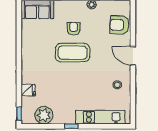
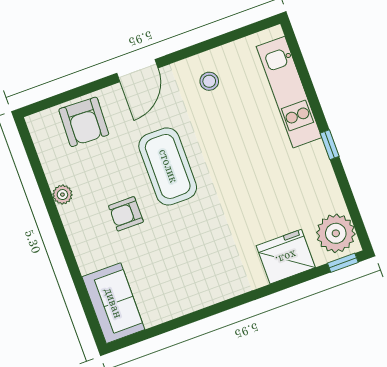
coffee table: (73, 53) -> (168, 166), moved
fridge: (28, 90) -> (286, 257), width x1.88, depth x1.34
plant: (44, 115) -> (336, 233), moved

